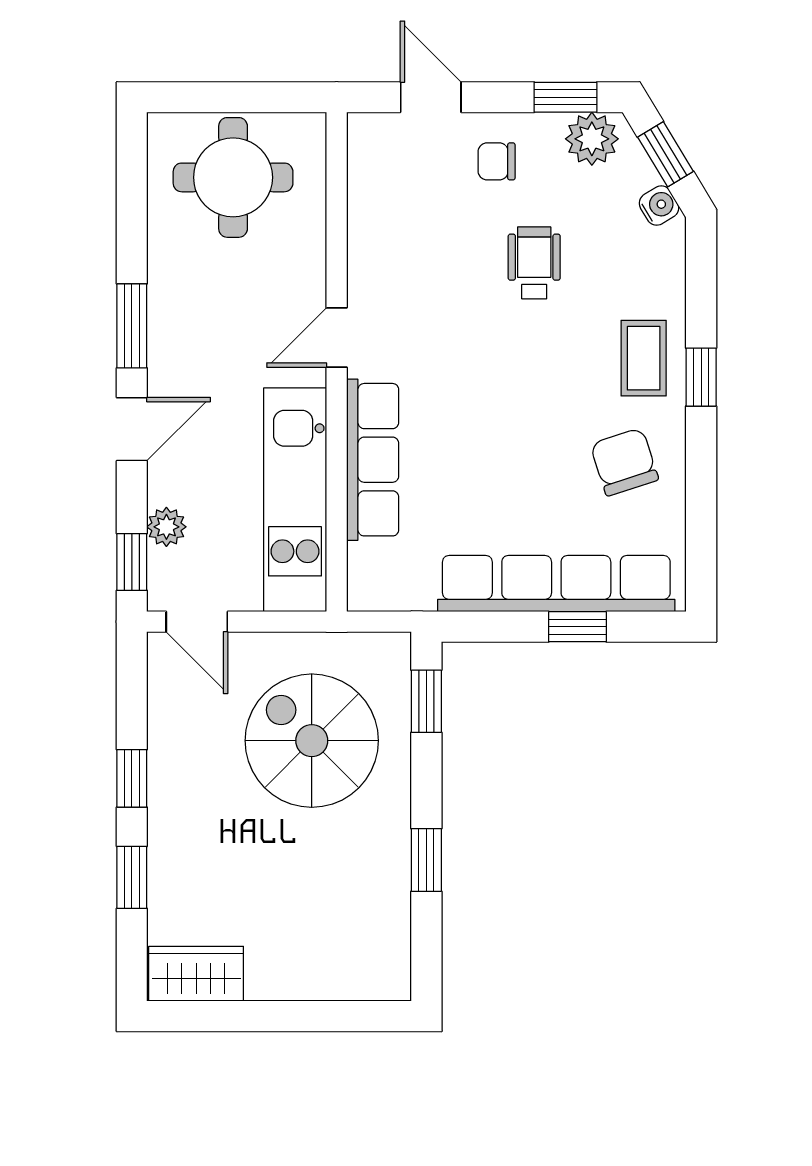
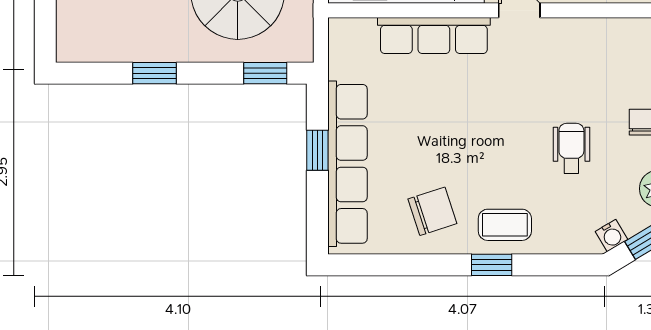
wheelchair: (534, 263) -> (571, 148), turned -90
window: (577, 627) -> (317, 150), moved

